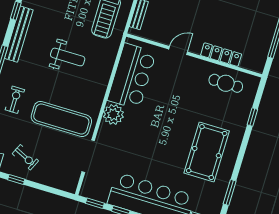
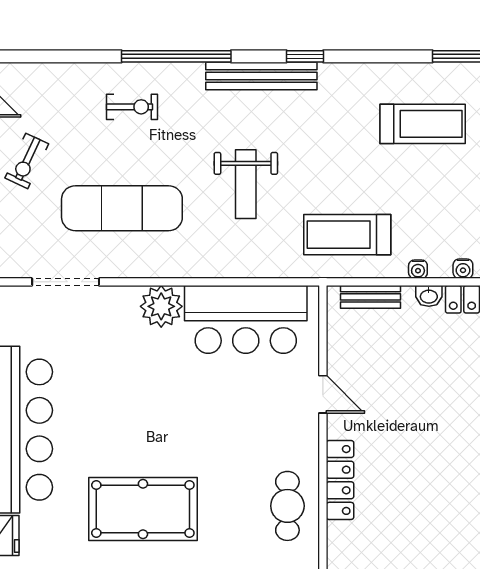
exercise mat: (61, 119) -> (122, 208), turned 90

